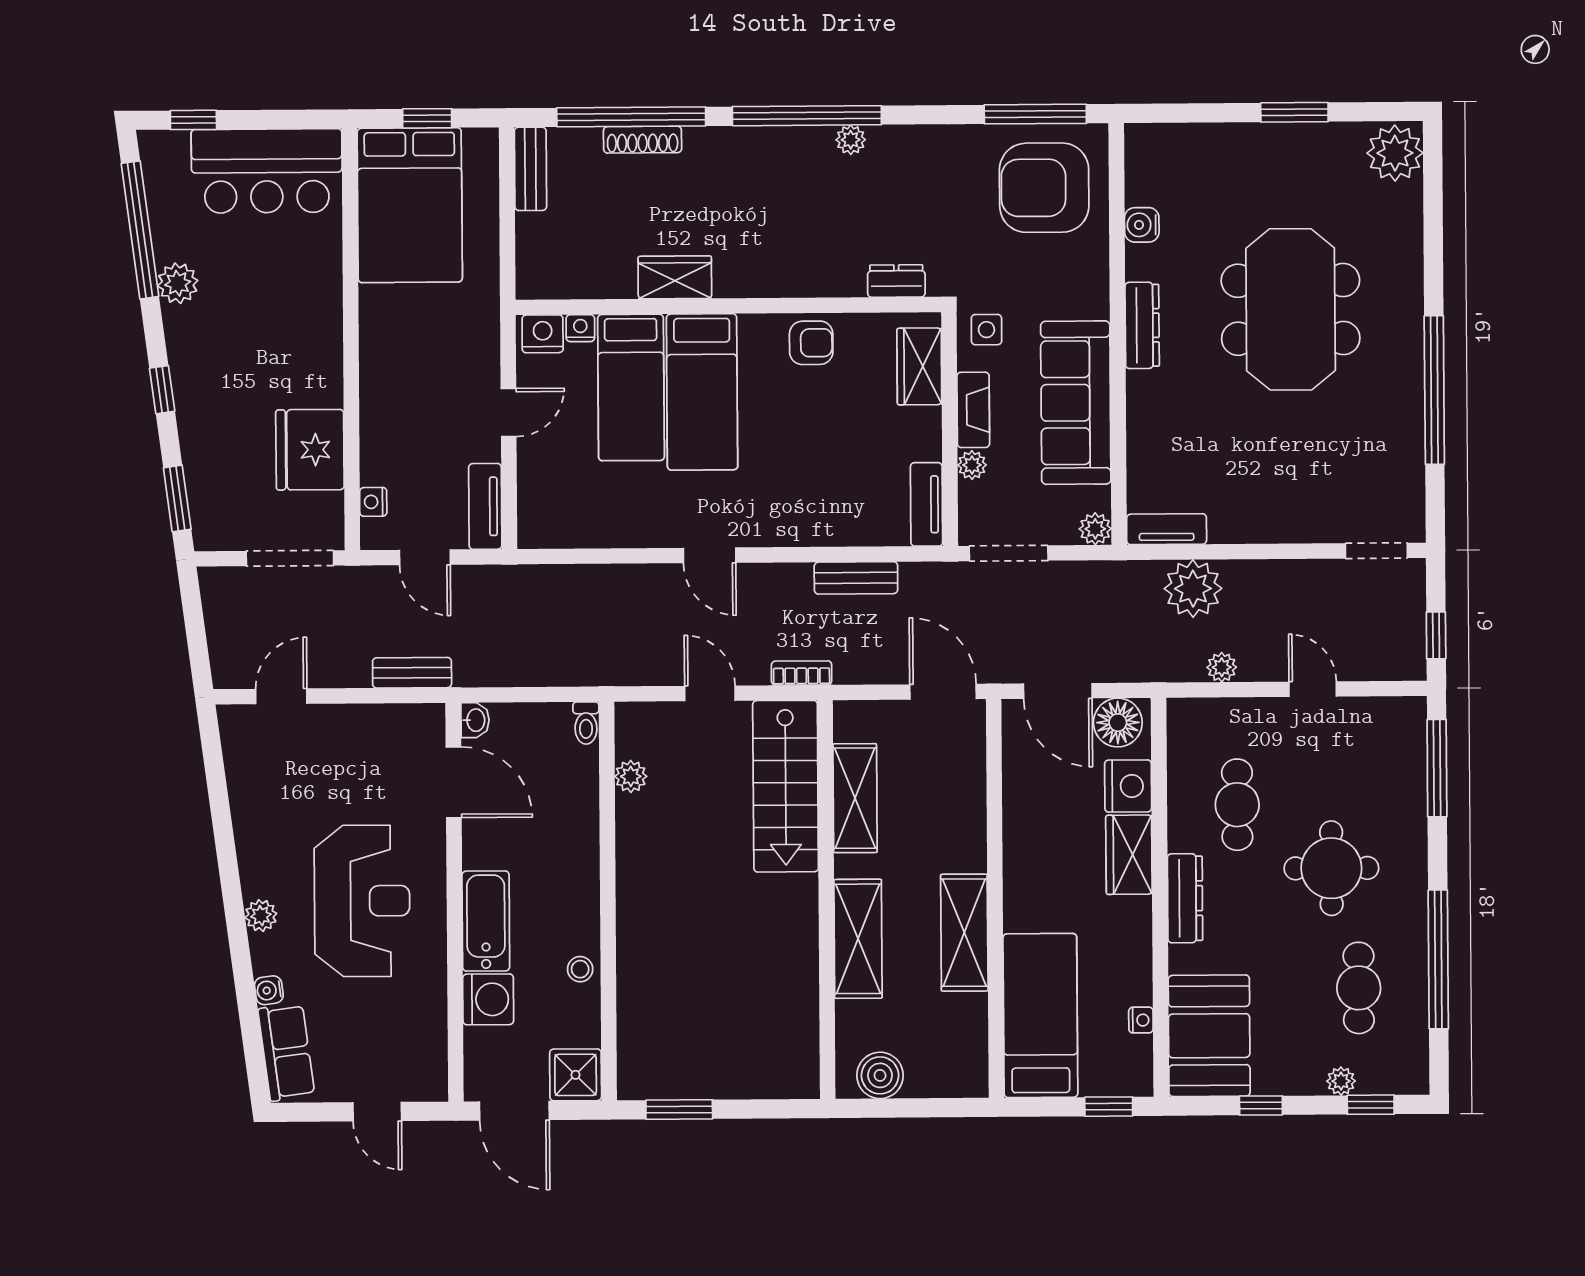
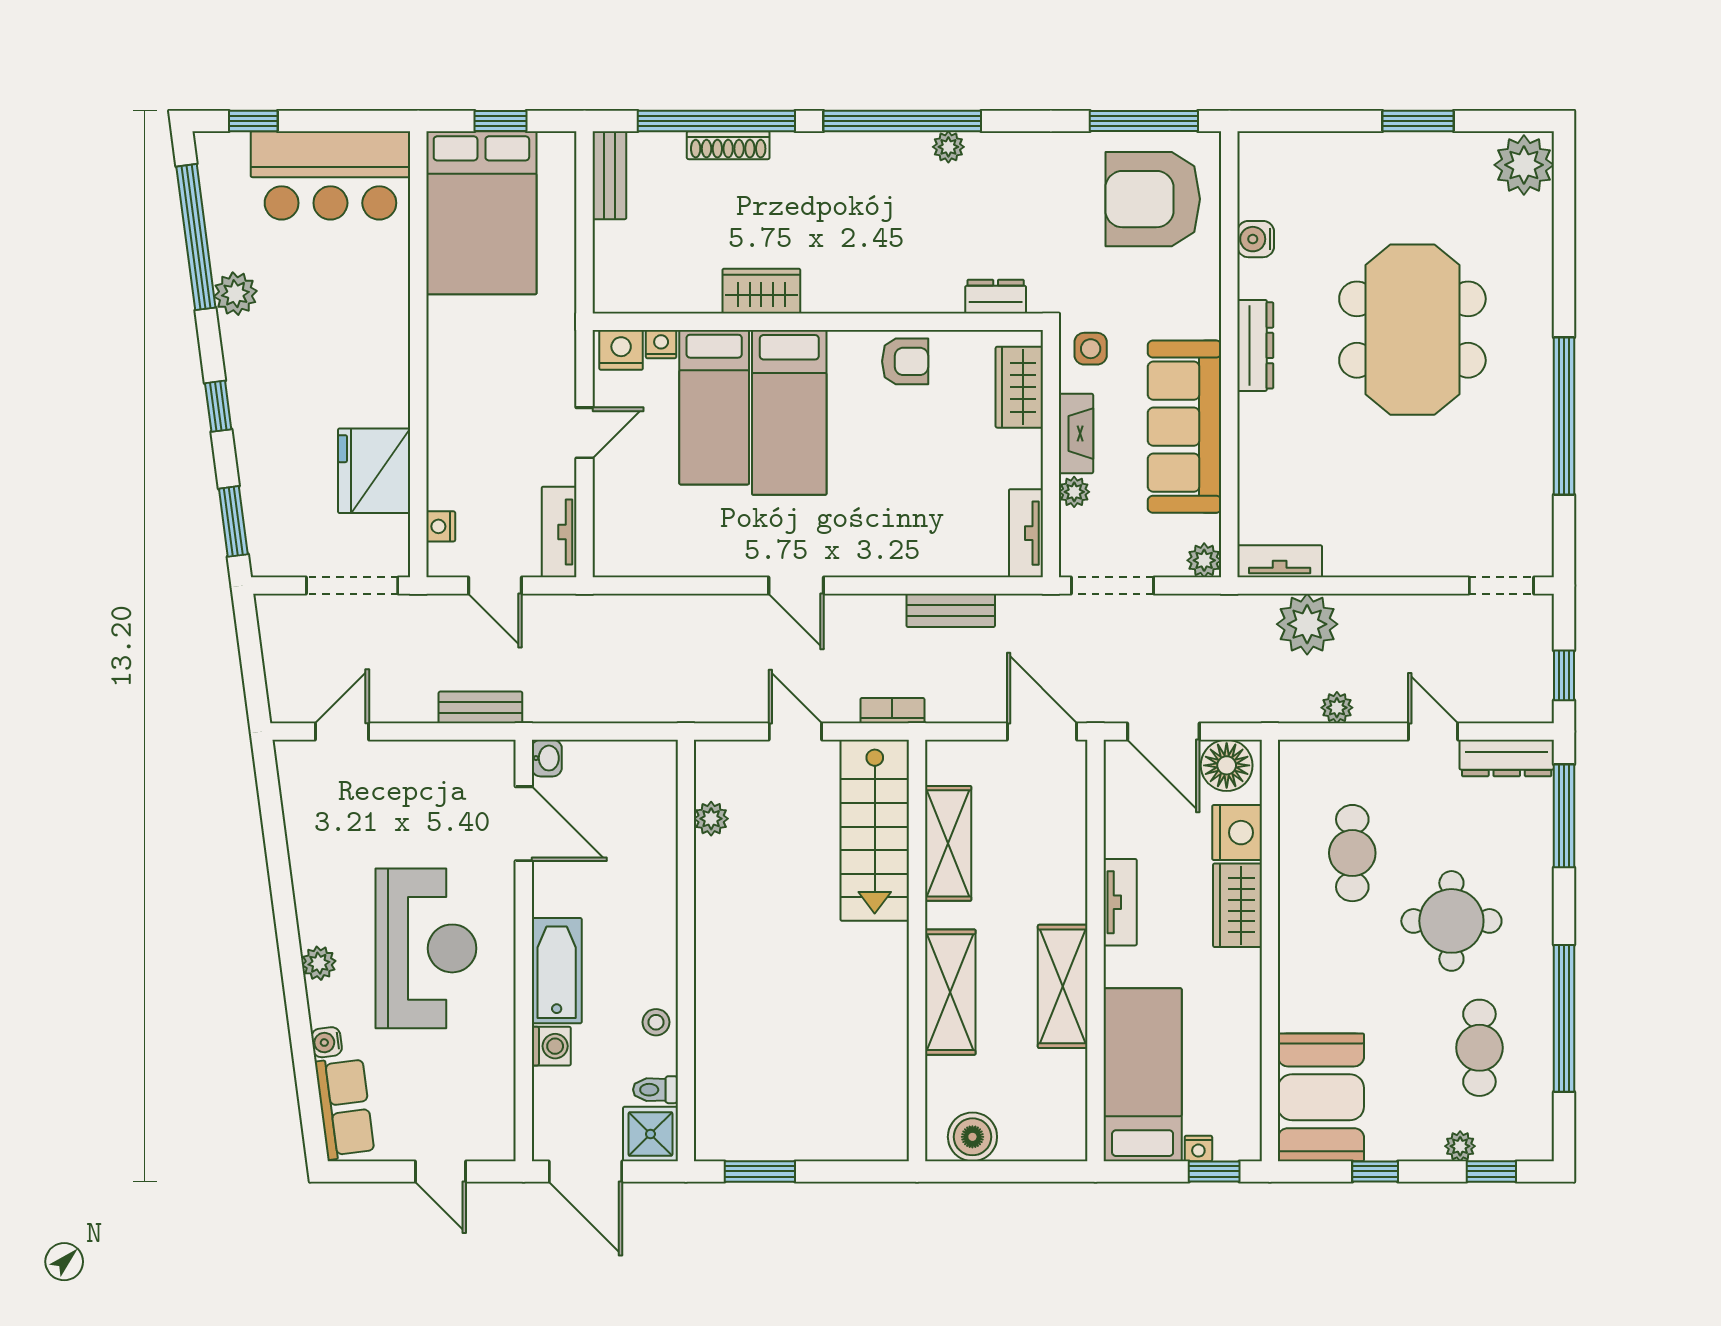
toilet: (586, 723) -> (655, 1090), moved, turned 90
tv unit: (1018, 853) -> (1120, 902), added
dresser: (1185, 898) -> (1507, 758), moved, turned 90
washing machine: (488, 999) -> (551, 1046), width x0.73, depth x0.73
nightstand: (1141, 1020) -> (1198, 1148), moved, turned 90

